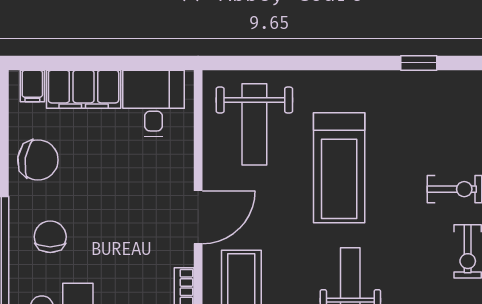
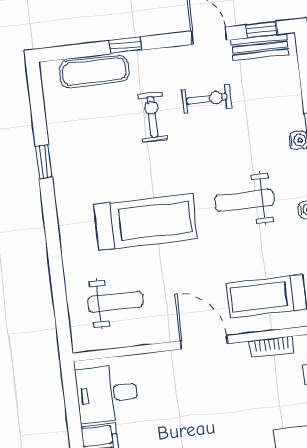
weight bench: (254, 124) -> (115, 302), width x0.73, depth x0.75

